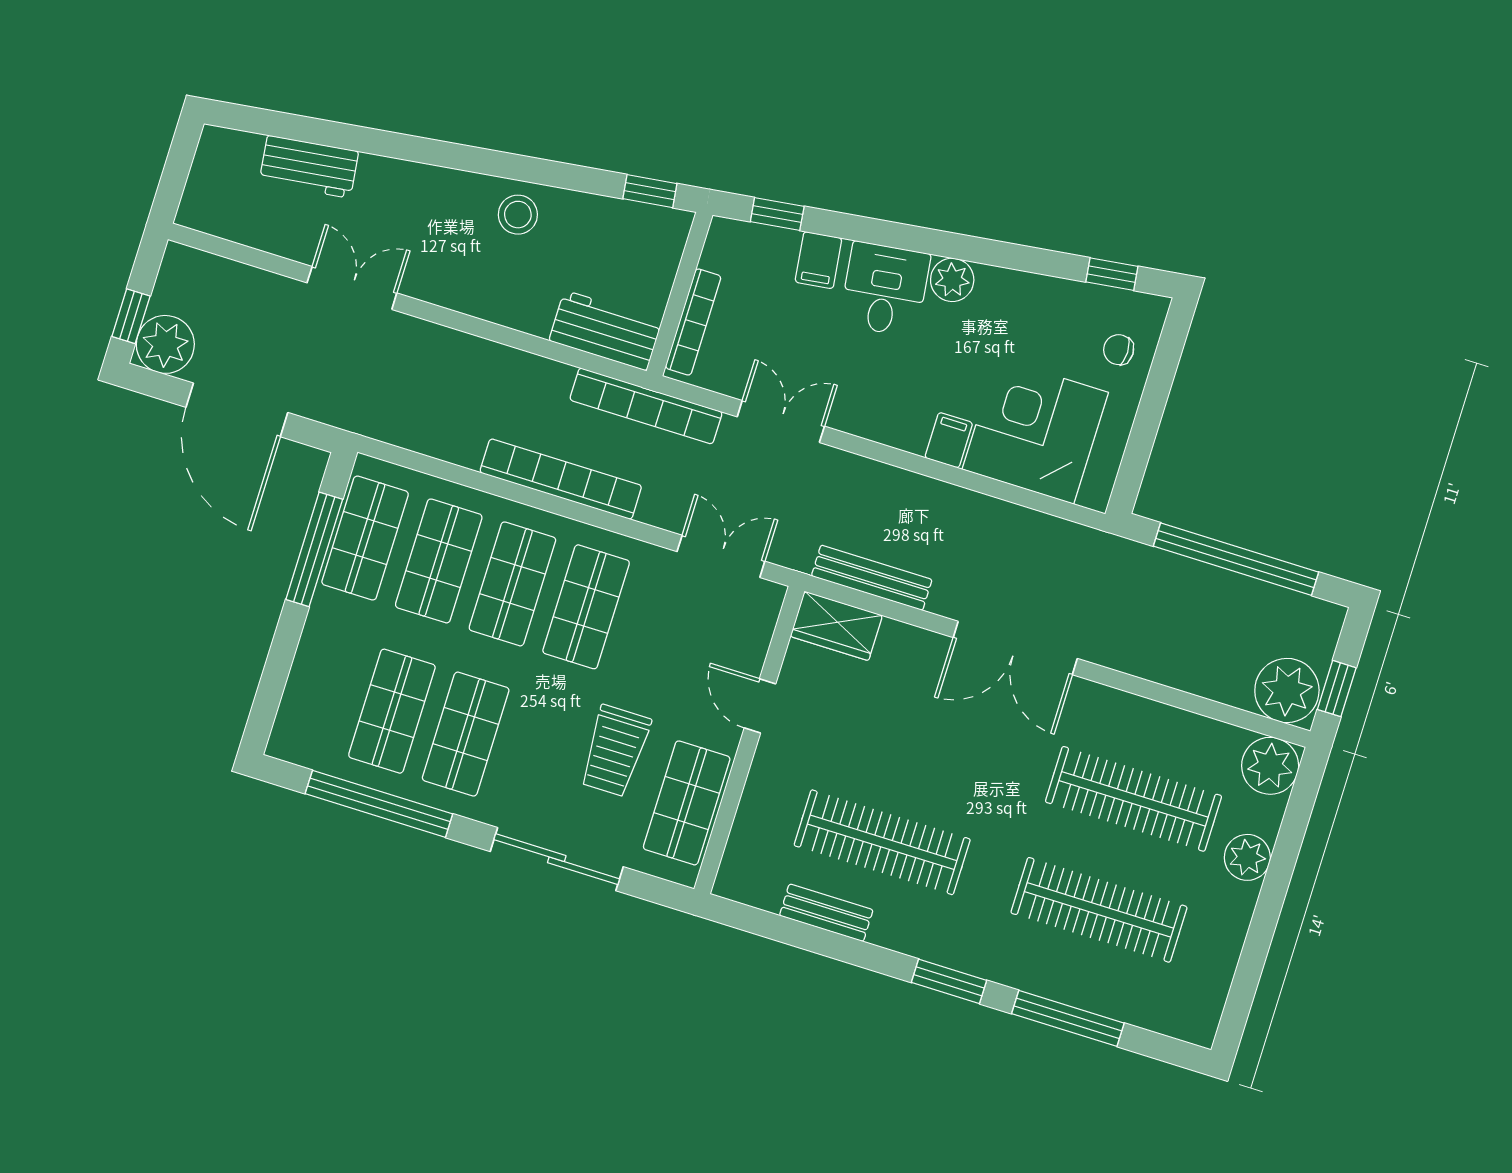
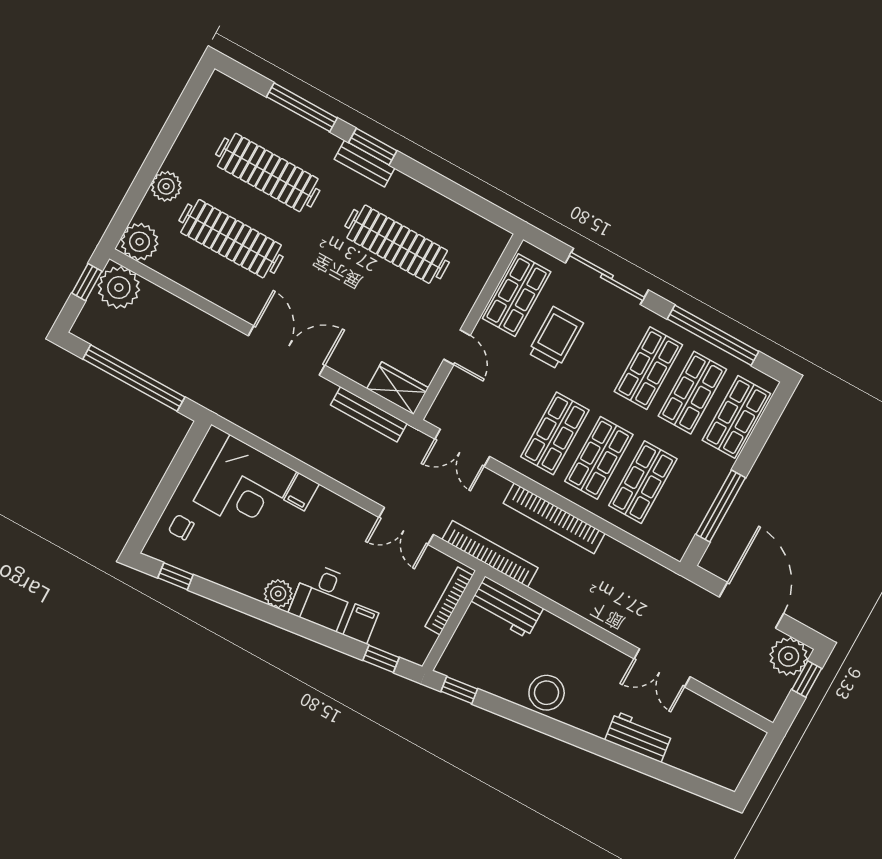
workbench: (309, 167) -> (639, 737), moved
stool: (518, 215) -> (547, 693), width x1.38, depth x1.38
chair: (1119, 350) -> (181, 527), turned 180
shop shelf: (365, 538) -> (736, 417), moved
bench: (826, 913) -> (365, 164), moved

